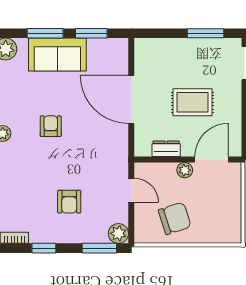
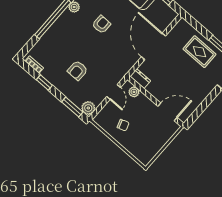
rug: (193, 102) -> (200, 52), moved
dresser: (166, 149) -> (140, 79), moved
plant: (185, 170) -> (134, 92), moved
chair: (175, 218) -> (123, 125), width x0.54, depth x0.54

